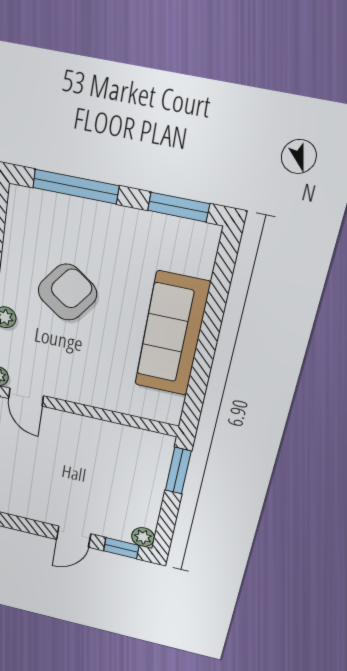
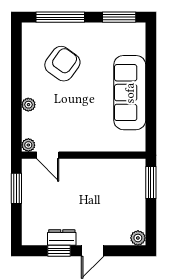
armchair: (67, 292) -> (62, 64), moved
dresser: (32, 510) -> (62, 237), added
window: (121, 548) -> (59, 251), moved

